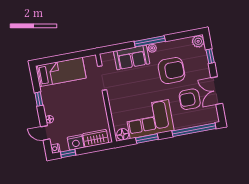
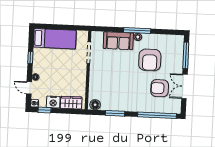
plant: (198, 41) -> (179, 40), removed
window: (210, 56) -> (186, 55), width x2.17
armchair: (171, 71) -> (150, 60), turned 90
corner sofa: (149, 119) -> (121, 97), removed

